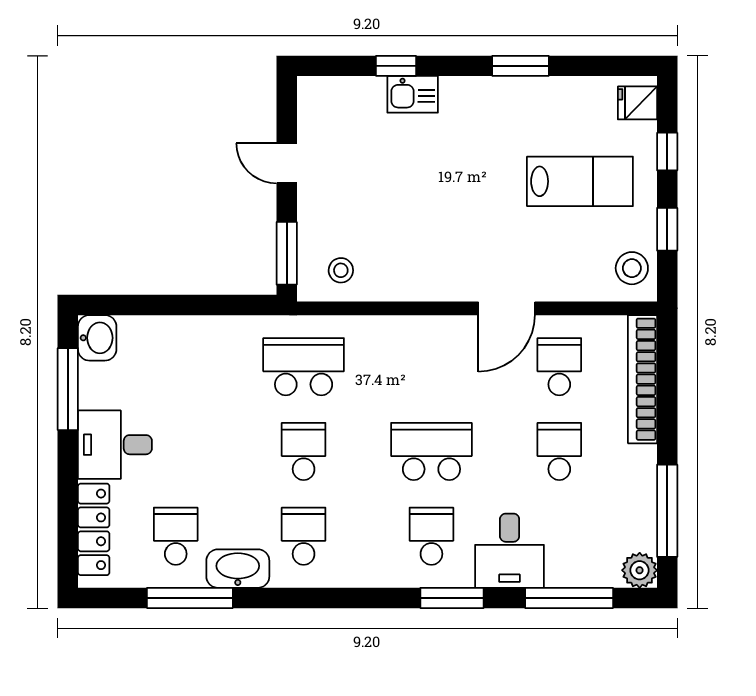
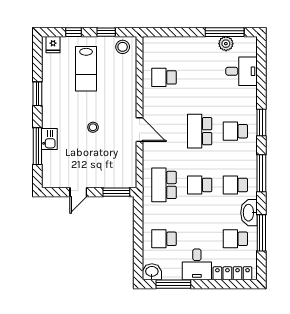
window: (396, 66) -> (37, 146), width x2.17
lab bench: (580, 181) -> (86, 69), turned 180
stool: (341, 270) -> (93, 127), moved
door: (507, 308) -> (139, 130), moved
bookcase: (643, 379) -> (169, 42), removed
school desk: (559, 451) -> (164, 239), moved
desk: (510, 551) -> (241, 71), moved
plant: (640, 570) -> (226, 44), moved
window: (569, 598) -> (261, 173), moved

